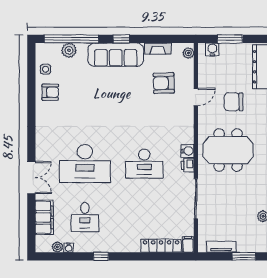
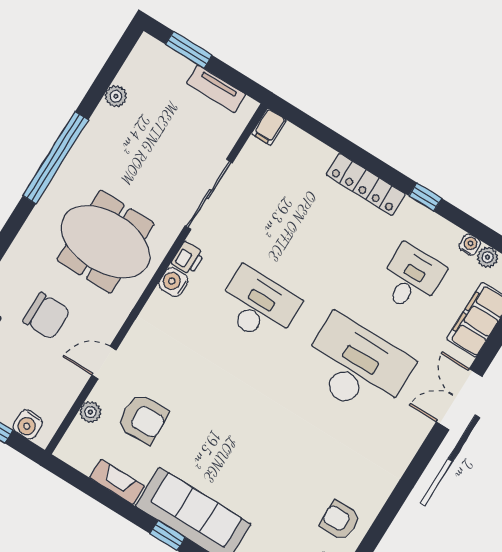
plant: (188, 53) -> (90, 412), moved
locker: (161, 246) -> (366, 184), moved

